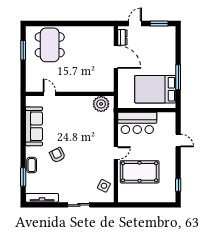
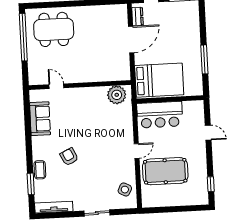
dining table: (50, 45) -> (54, 29), turned 90
window: (23, 50) -> (23, 37), width x2.11
door: (116, 57) -> (131, 40), hinge flipped
bed: (155, 89) -> (159, 80), moved, turned 180
sofa: (34, 126) -> (40, 119), width x0.73

